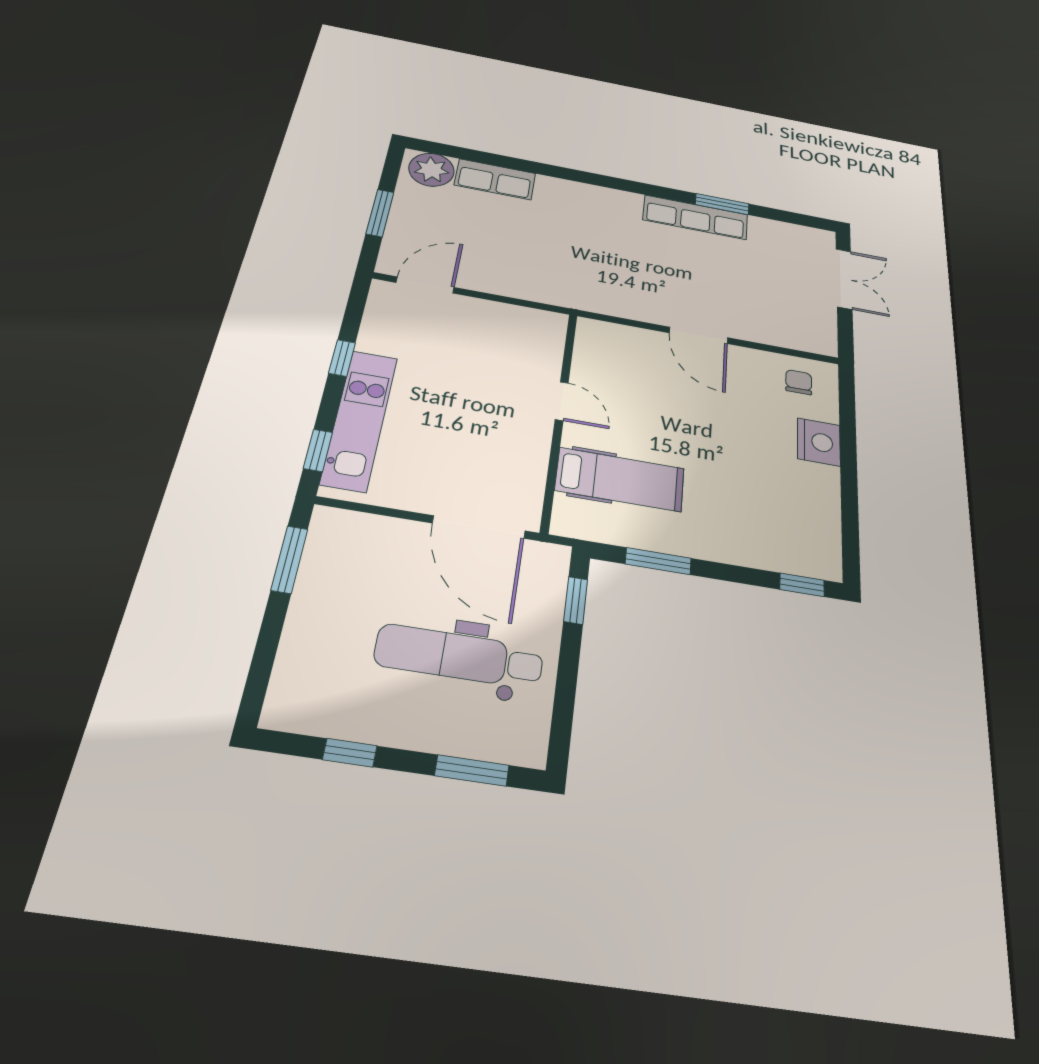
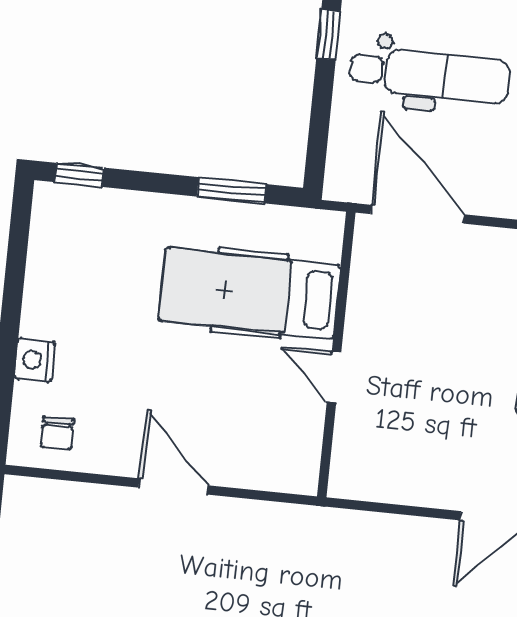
nightstand: (819, 442) -> (35, 360), width x0.74, depth x0.75
hospital bed: (620, 479) -> (249, 293), width x1.37, depth x1.29
window: (576, 600) -> (328, 35), moved

